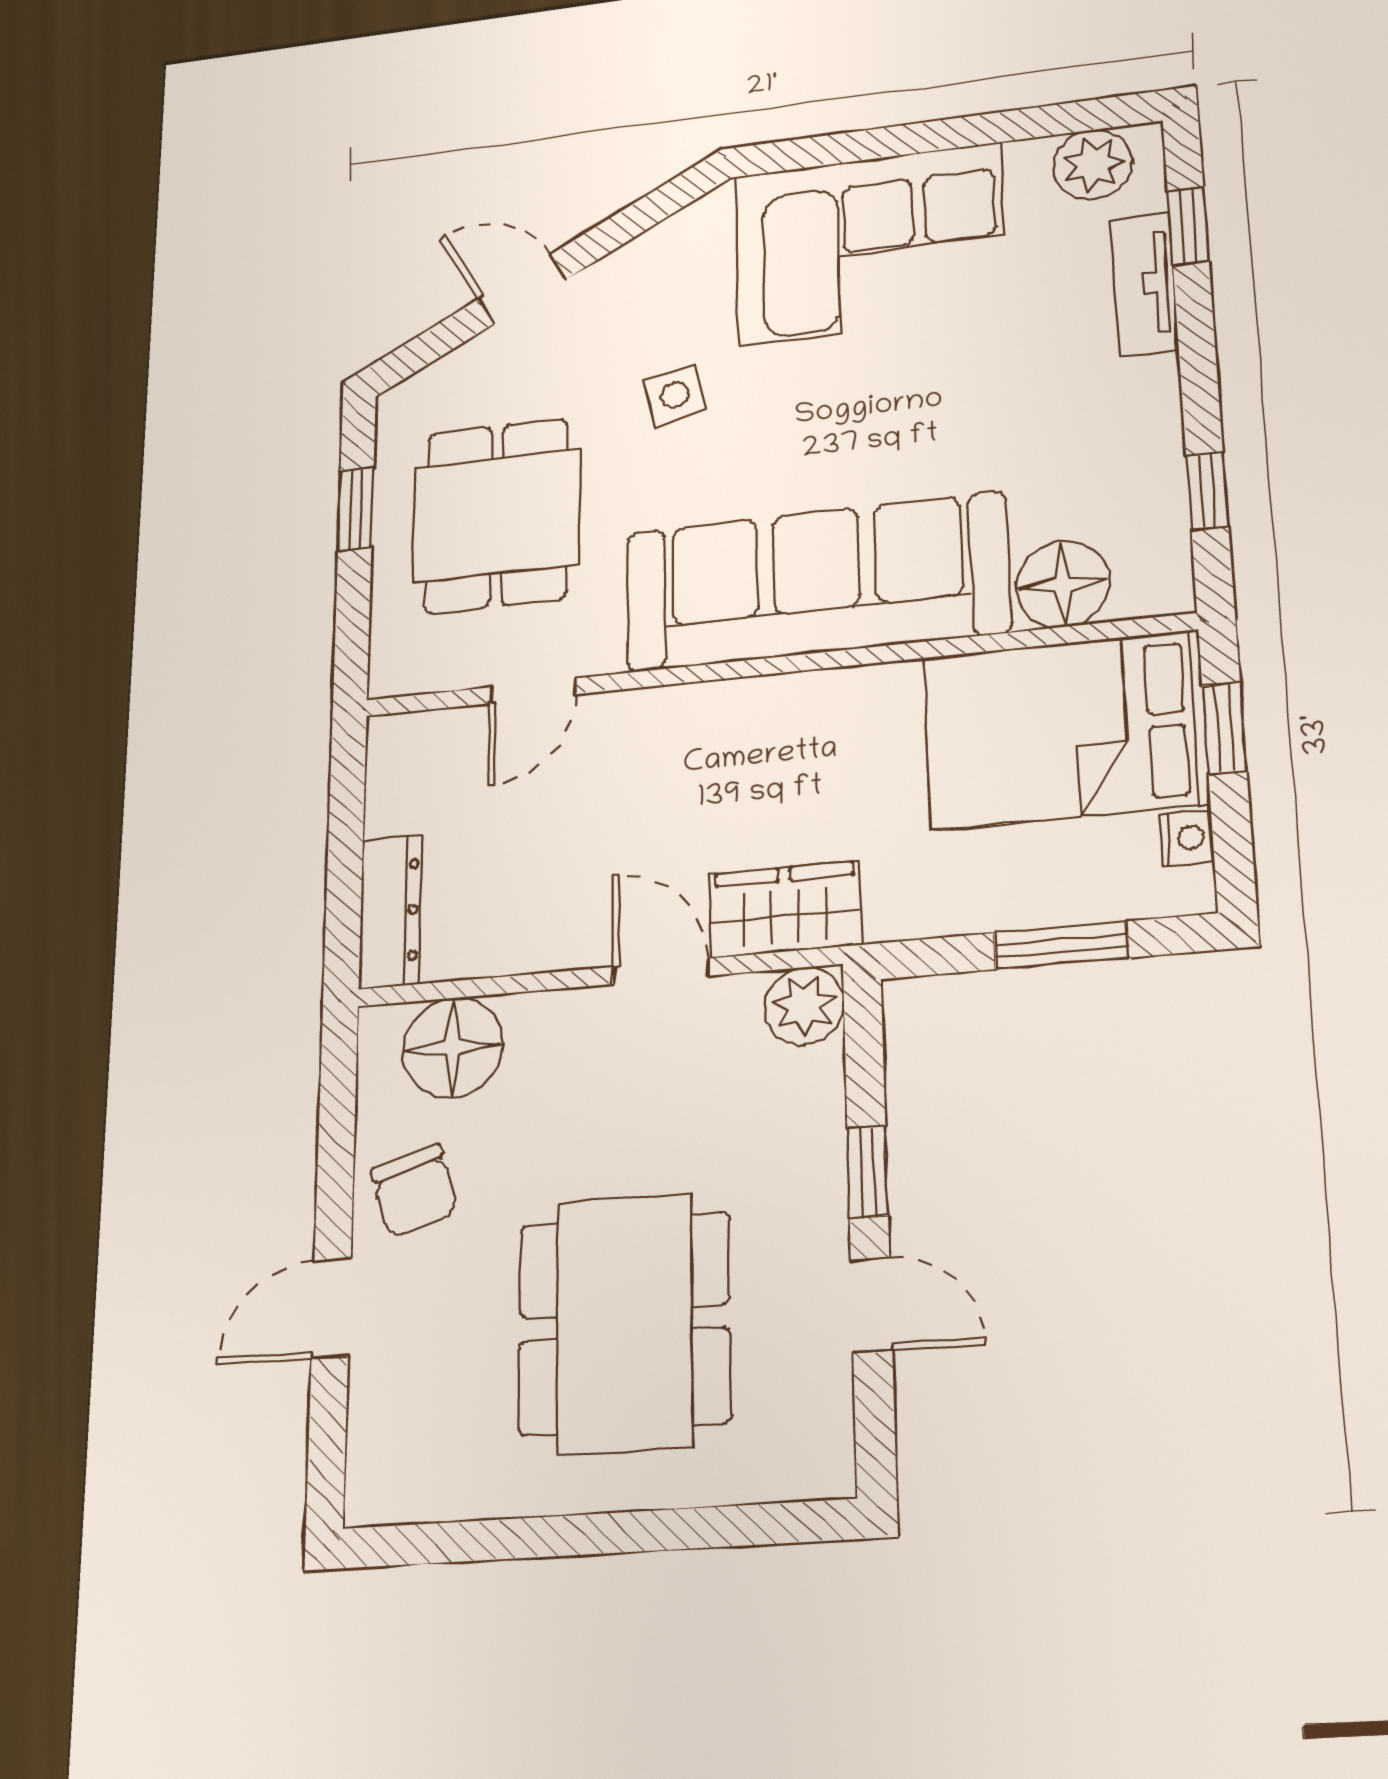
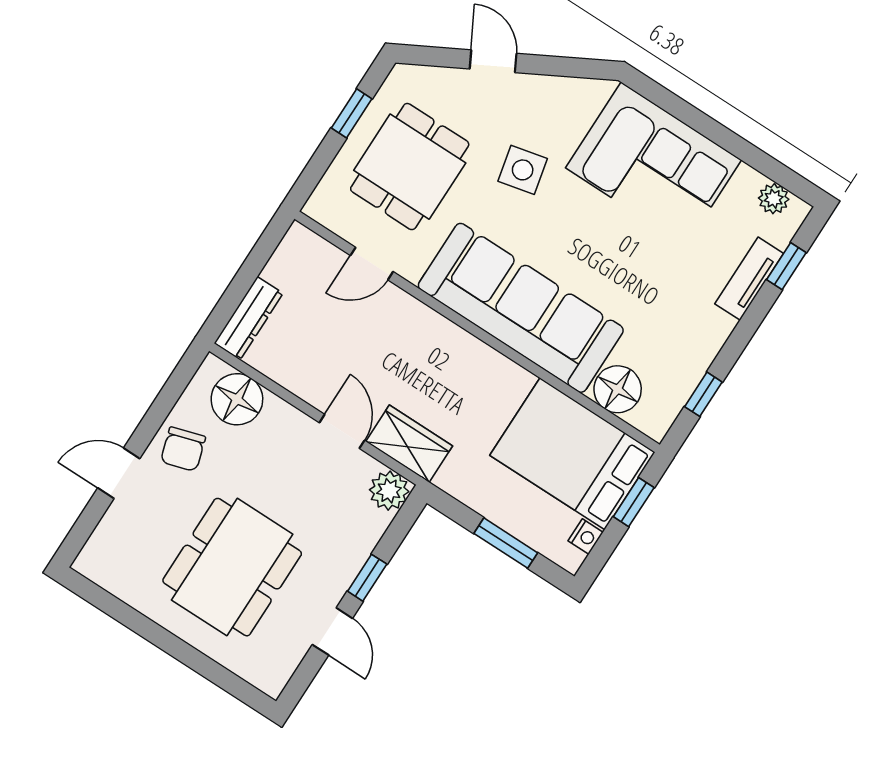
plant: (1093, 164) -> (774, 199), width x0.73, depth x0.73
side table: (675, 395) -> (523, 170), width x1.37, depth x1.37

